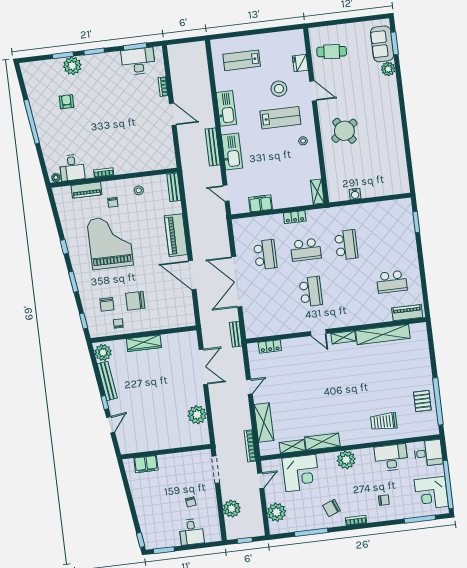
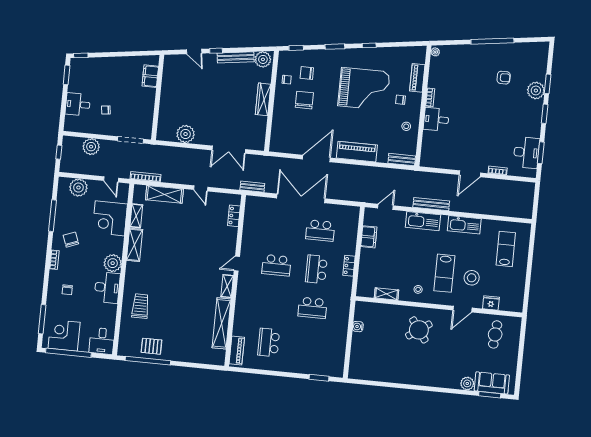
desk: (72, 168) -> (436, 119), moved
shelving: (317, 192) -> (386, 294), moved
desk: (391, 458) -> (107, 288), moved

